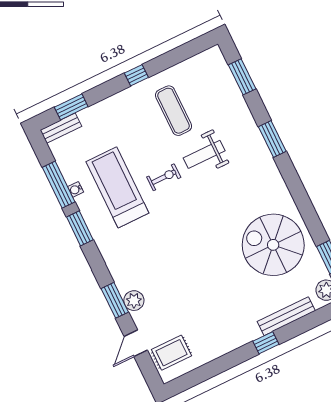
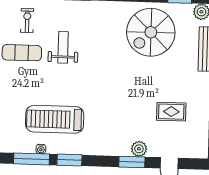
weight bench: (204, 154) -> (63, 47), turned 180
exercise bike: (164, 177) -> (27, 21), moved
rug: (172, 353) -> (171, 112), moved, turned 90

